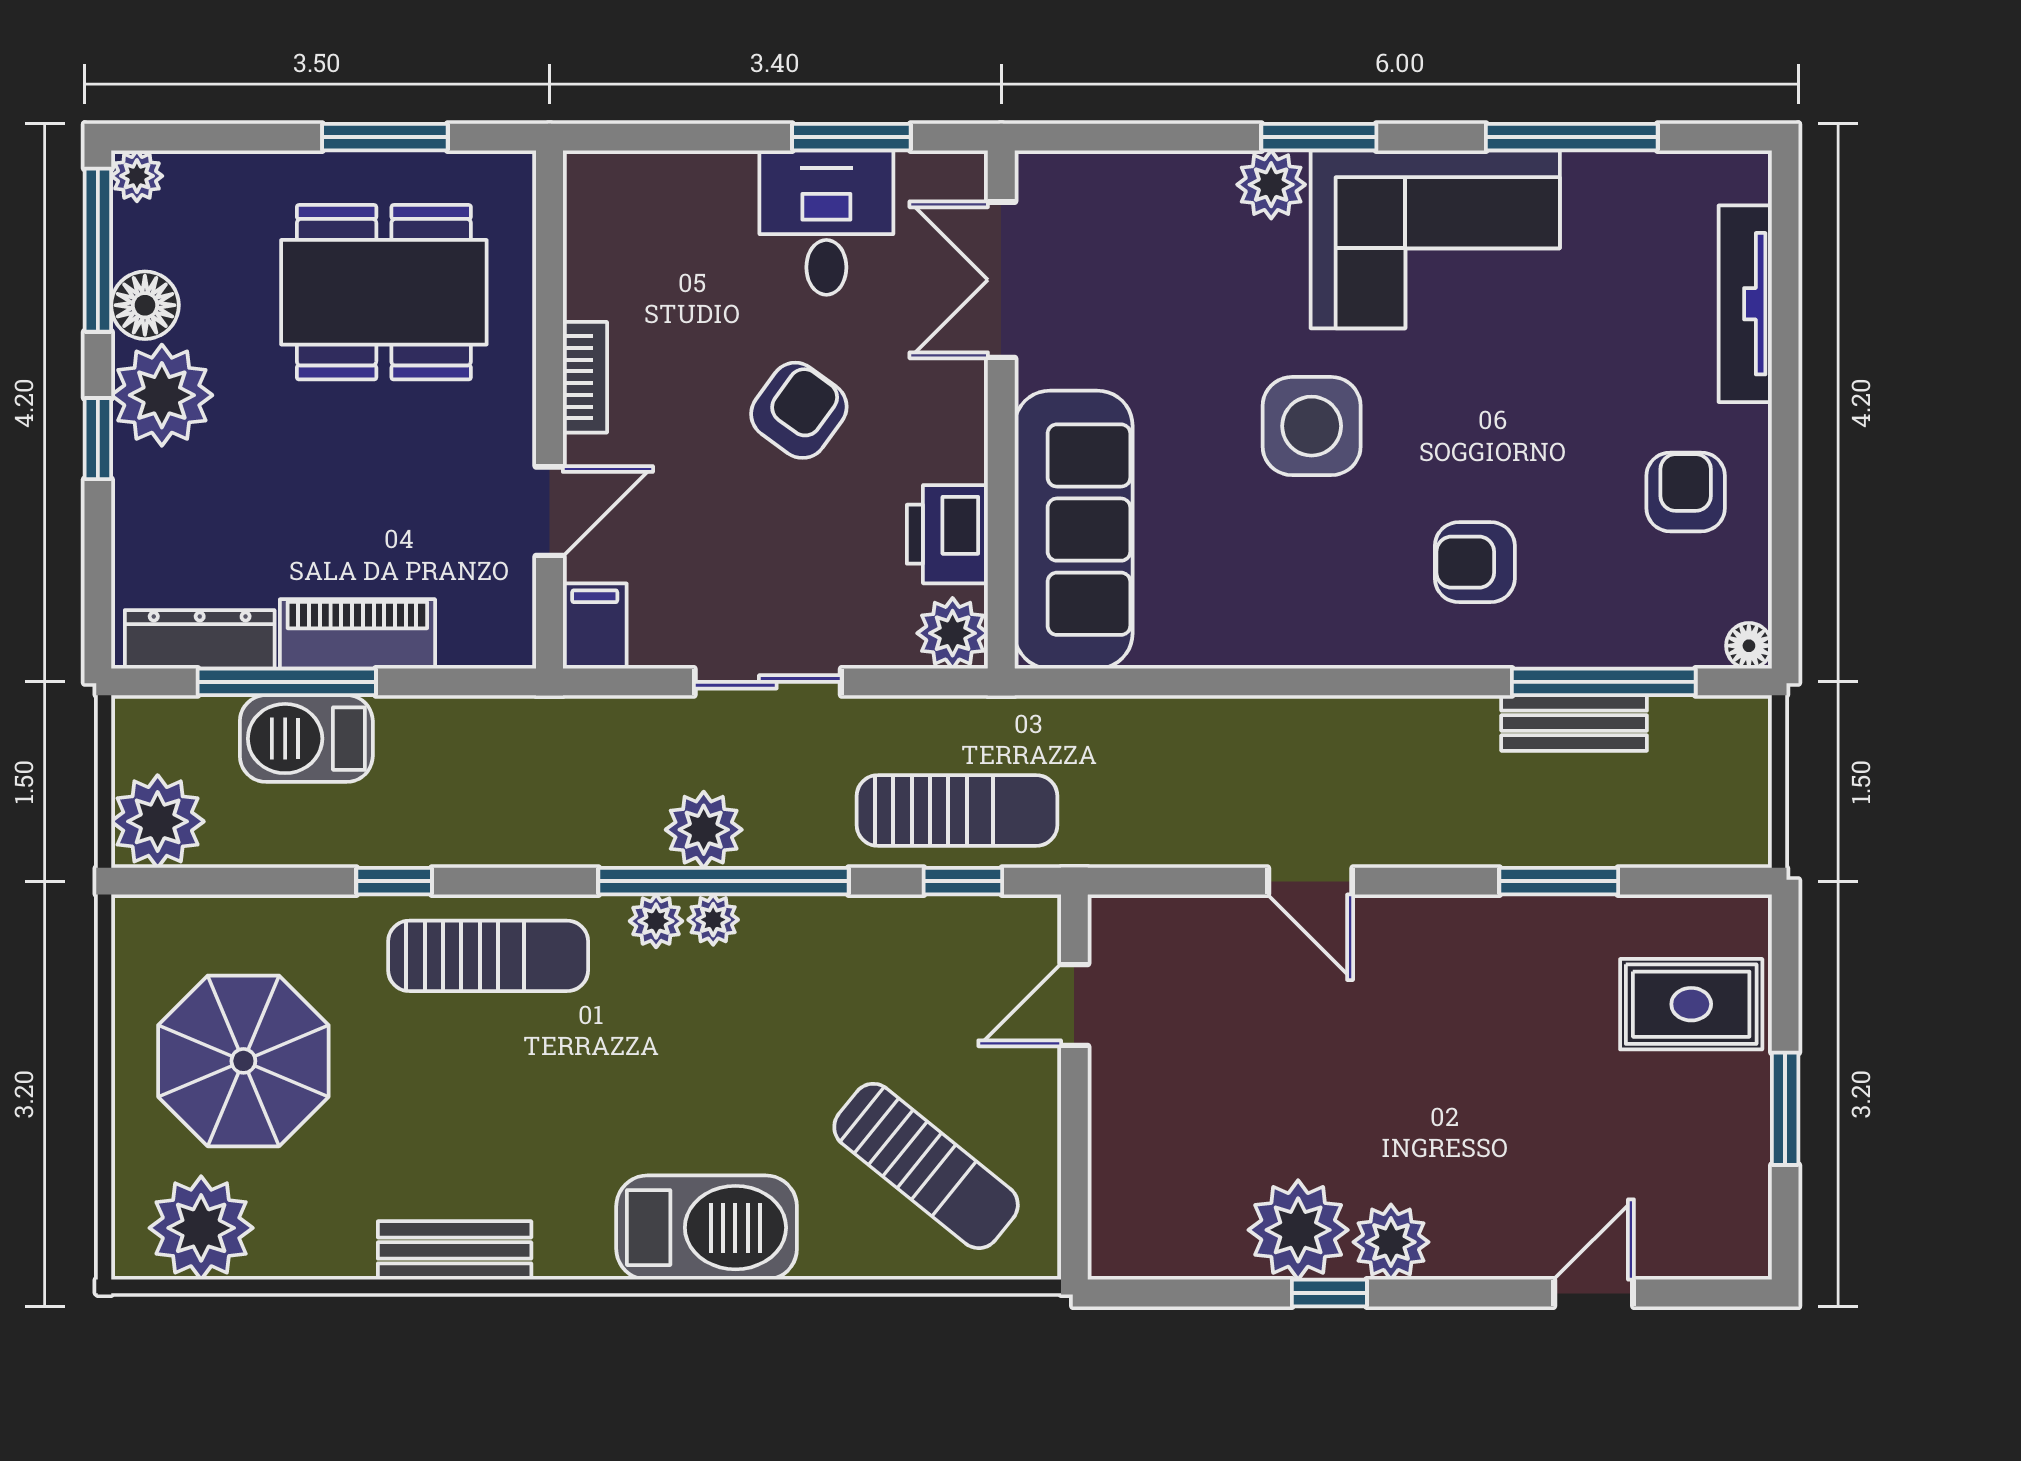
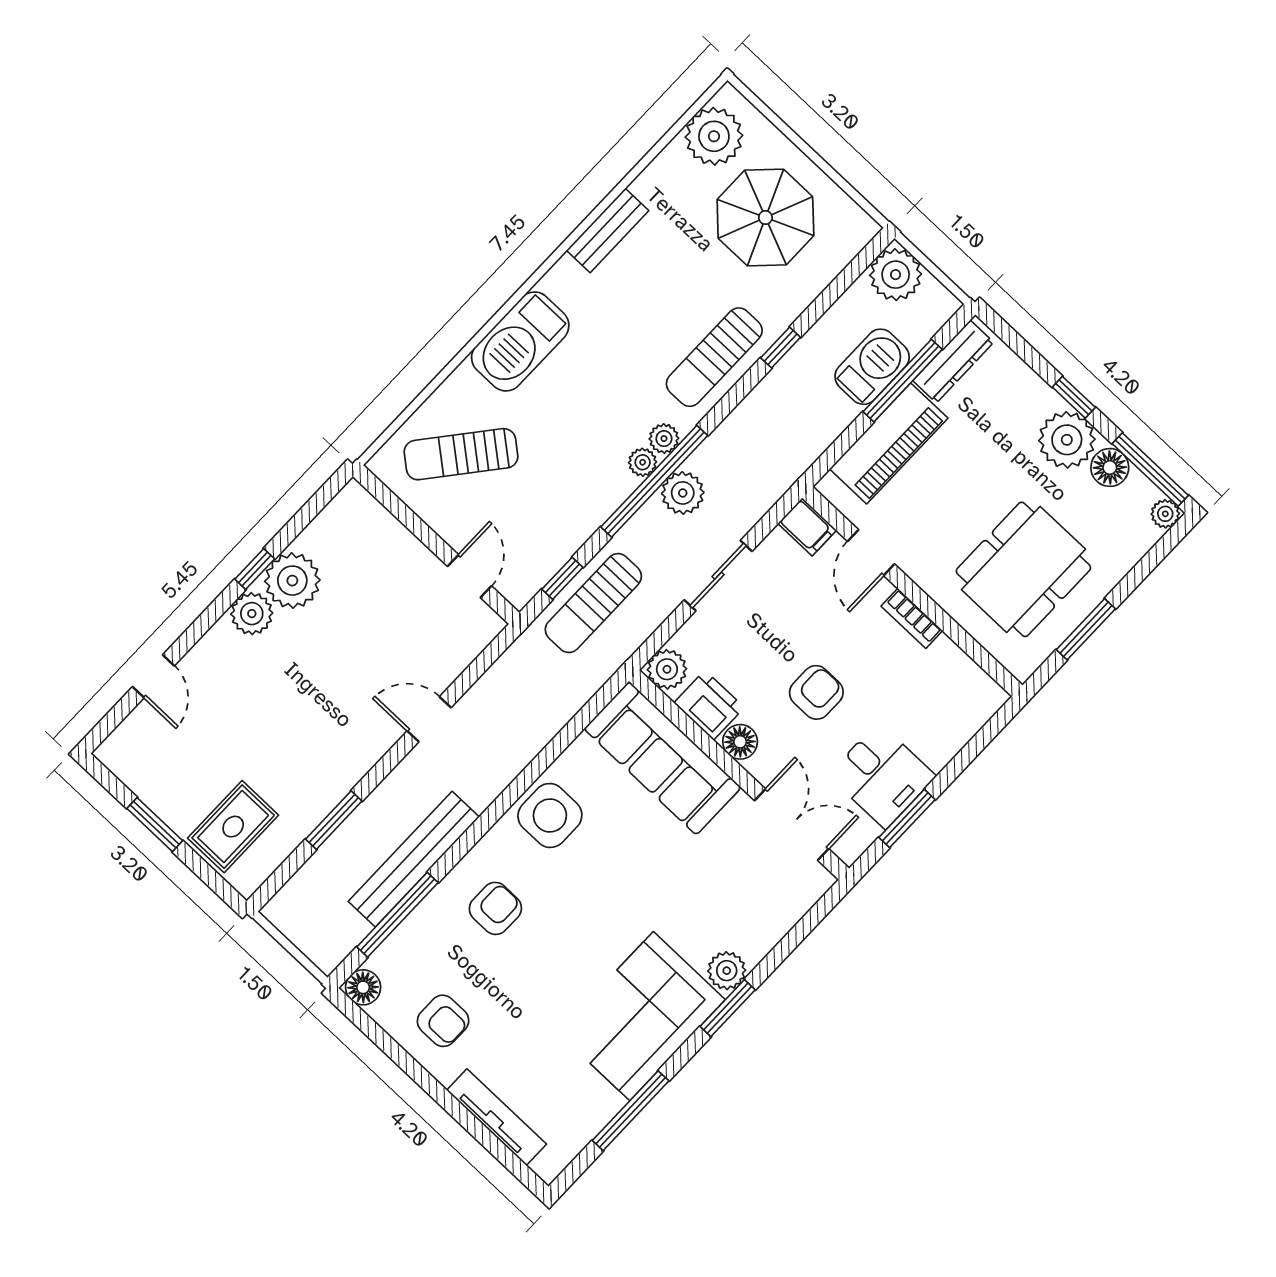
armchair: (799, 410) -> (816, 692), turned -126
side table: (1312, 426) -> (550, 815), moved
floor lamp: (957, 449) -> (740, 742), added
piano: (357, 634) -> (889, 443), width x1.37, depth x1.33
floor lamp: (1749, 646) -> (363, 987), width x1.37, depth x1.37
bench: (1574, 723) -> (414, 859), width x1.86, depth x1.21

